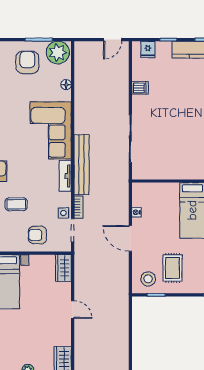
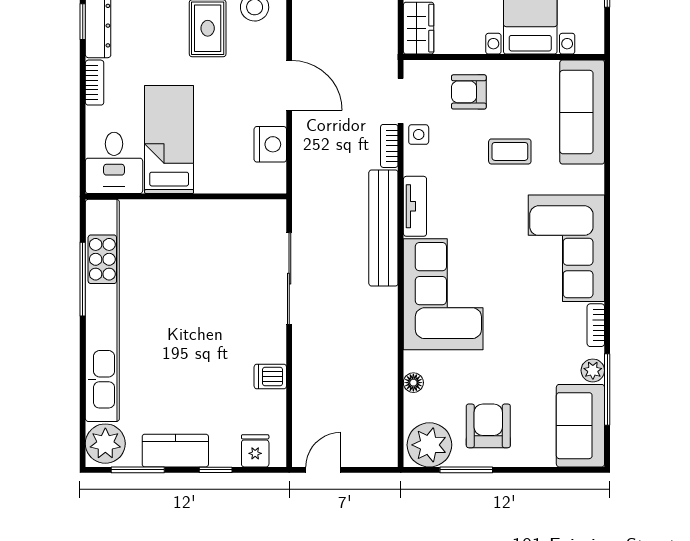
armchair: (27, 62) -> (488, 426), turned 180
nightstand: (136, 212) -> (270, 144), width x1.89, depth x1.79
armchair: (37, 235) -> (469, 92), turned 180

